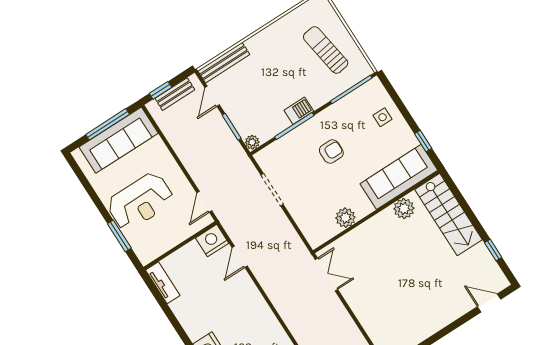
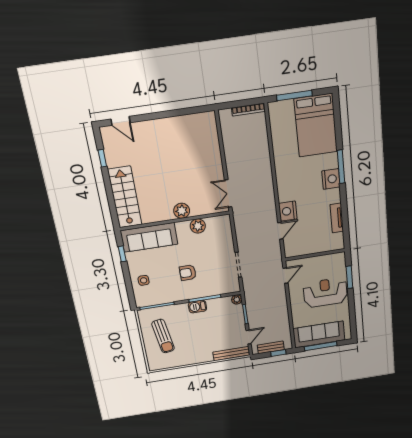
plant: (404, 209) -> (182, 211), moved
nightstand: (212, 241) -> (288, 211), moved, turned 90
tv unit: (163, 283) -> (337, 218), moved

